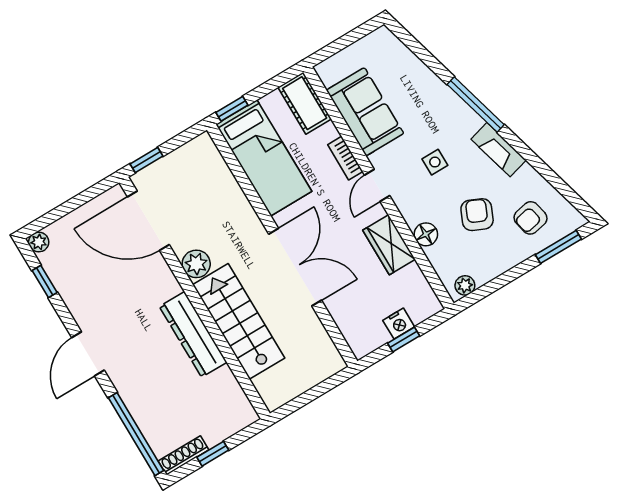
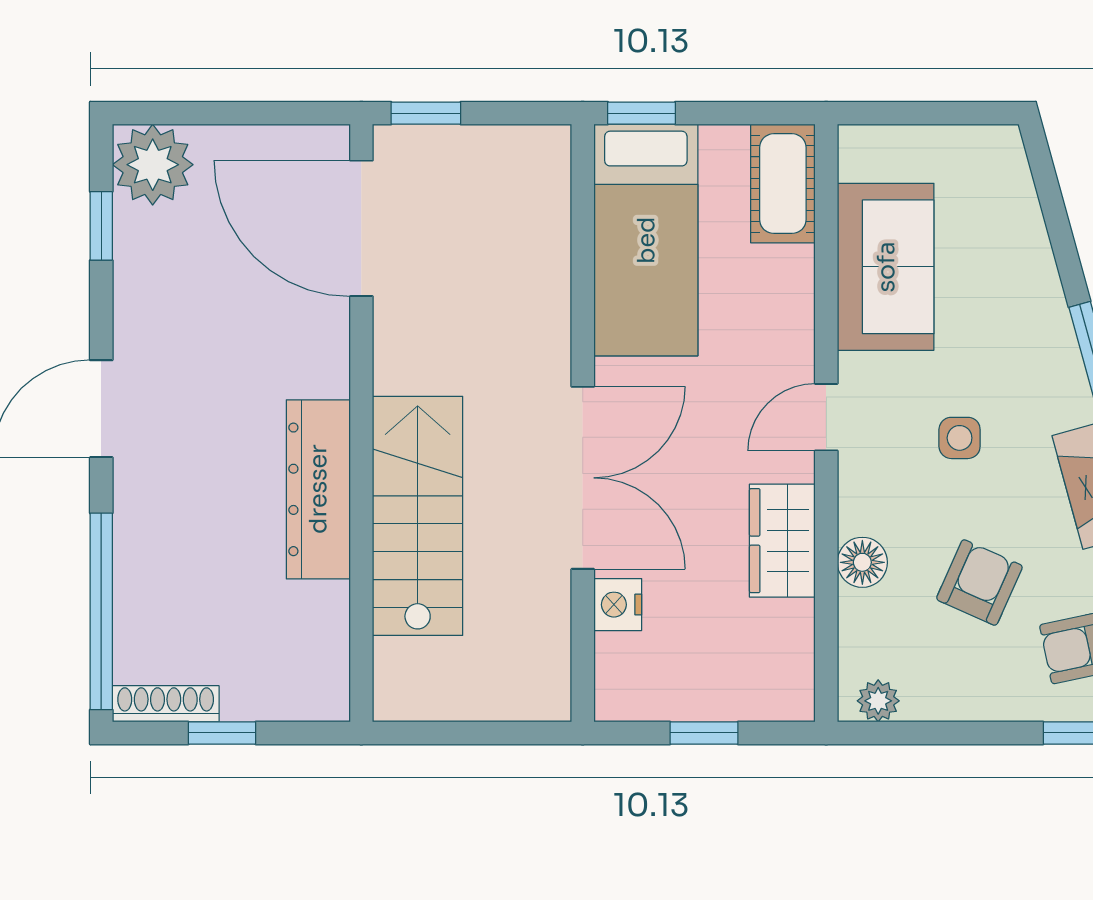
bookcase: (345, 158) -> (797, 331), removed
plant: (39, 242) -> (153, 165), width x1.87, depth x1.87
plant: (196, 264) -> (402, 362), removed
nightstand: (399, 324) -> (618, 605), moved, turned 90

